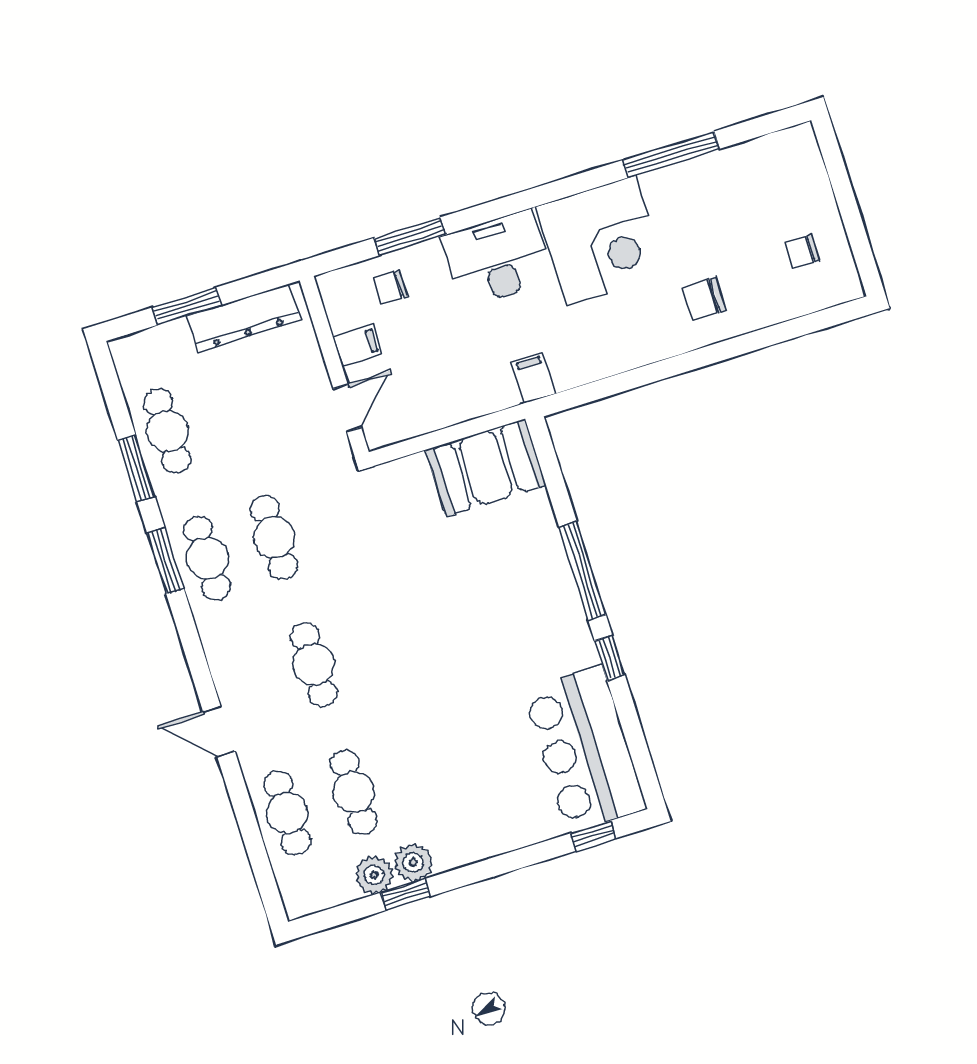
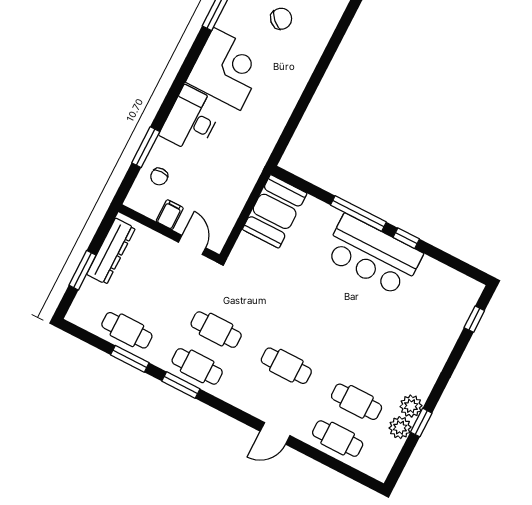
chair: (704, 299) -> (281, 19), moved, turned -136
filing cabinet: (533, 378) -> (257, 154), removed
bar counter: (585, 749) -> (373, 255), moved

